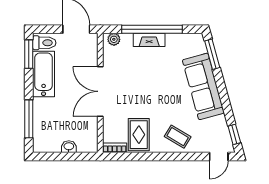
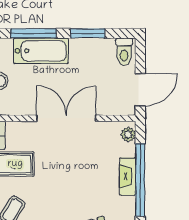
window: (29, 54) -> (88, 33), moved
bathtub: (44, 74) -> (41, 51), moved

